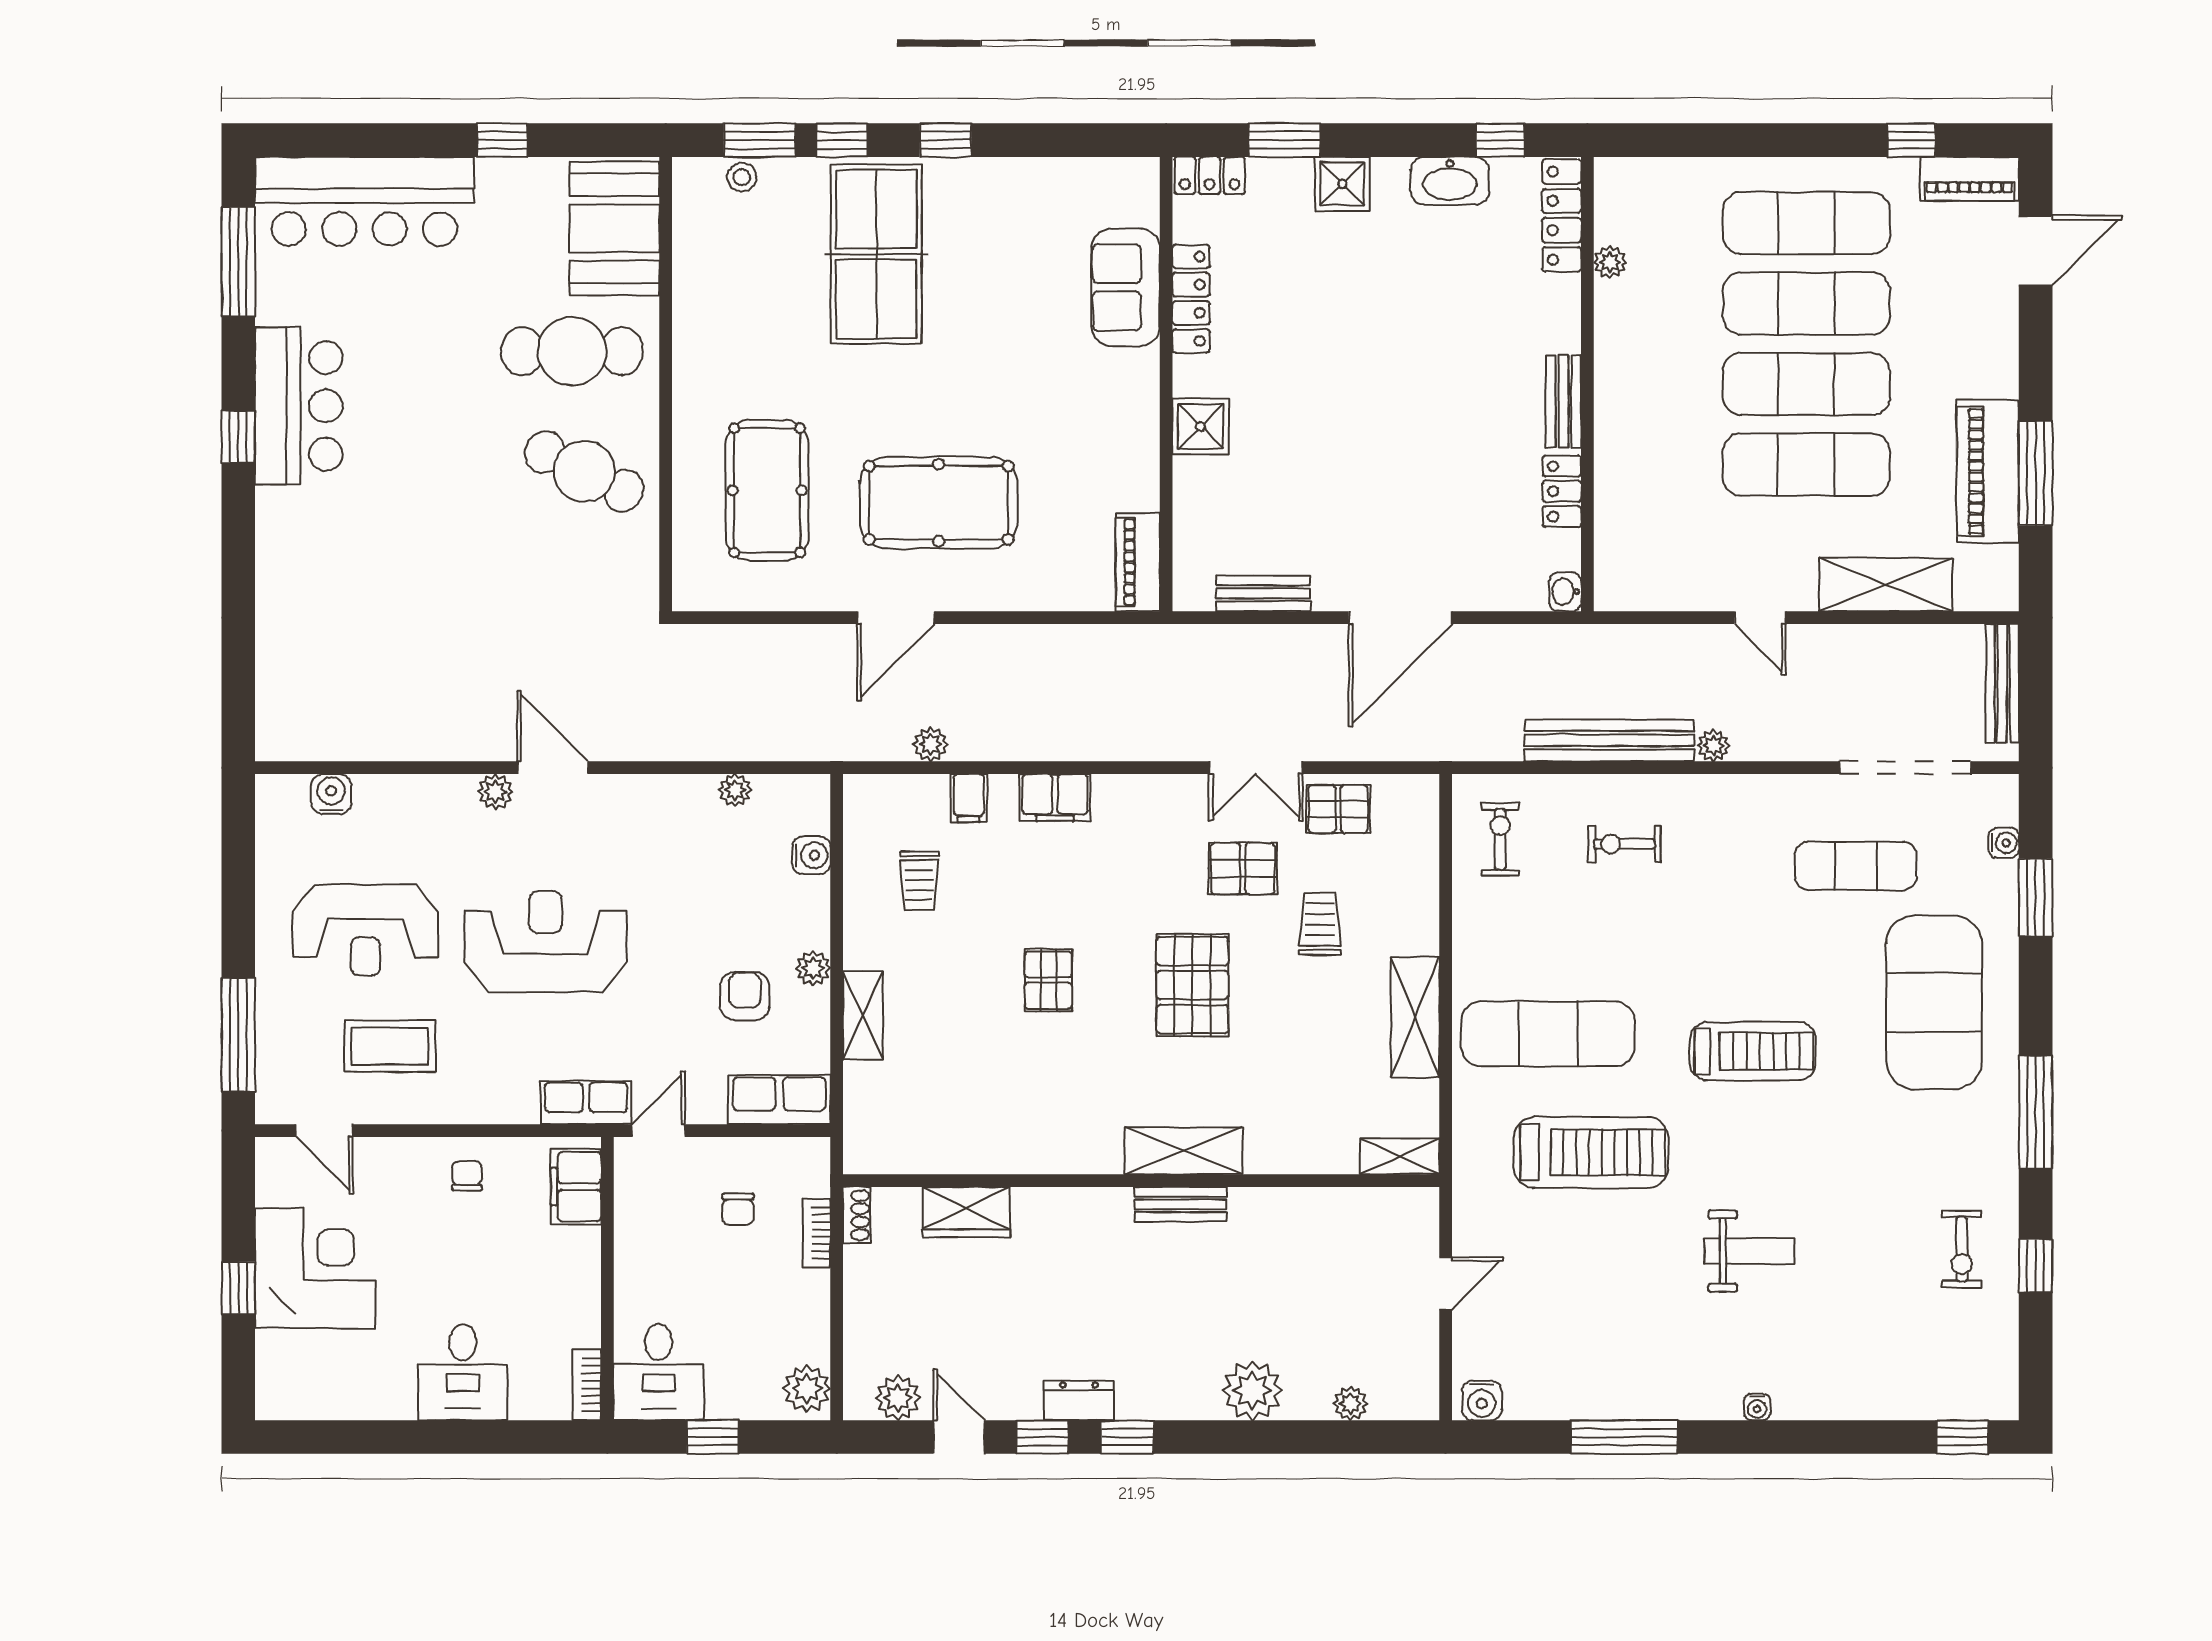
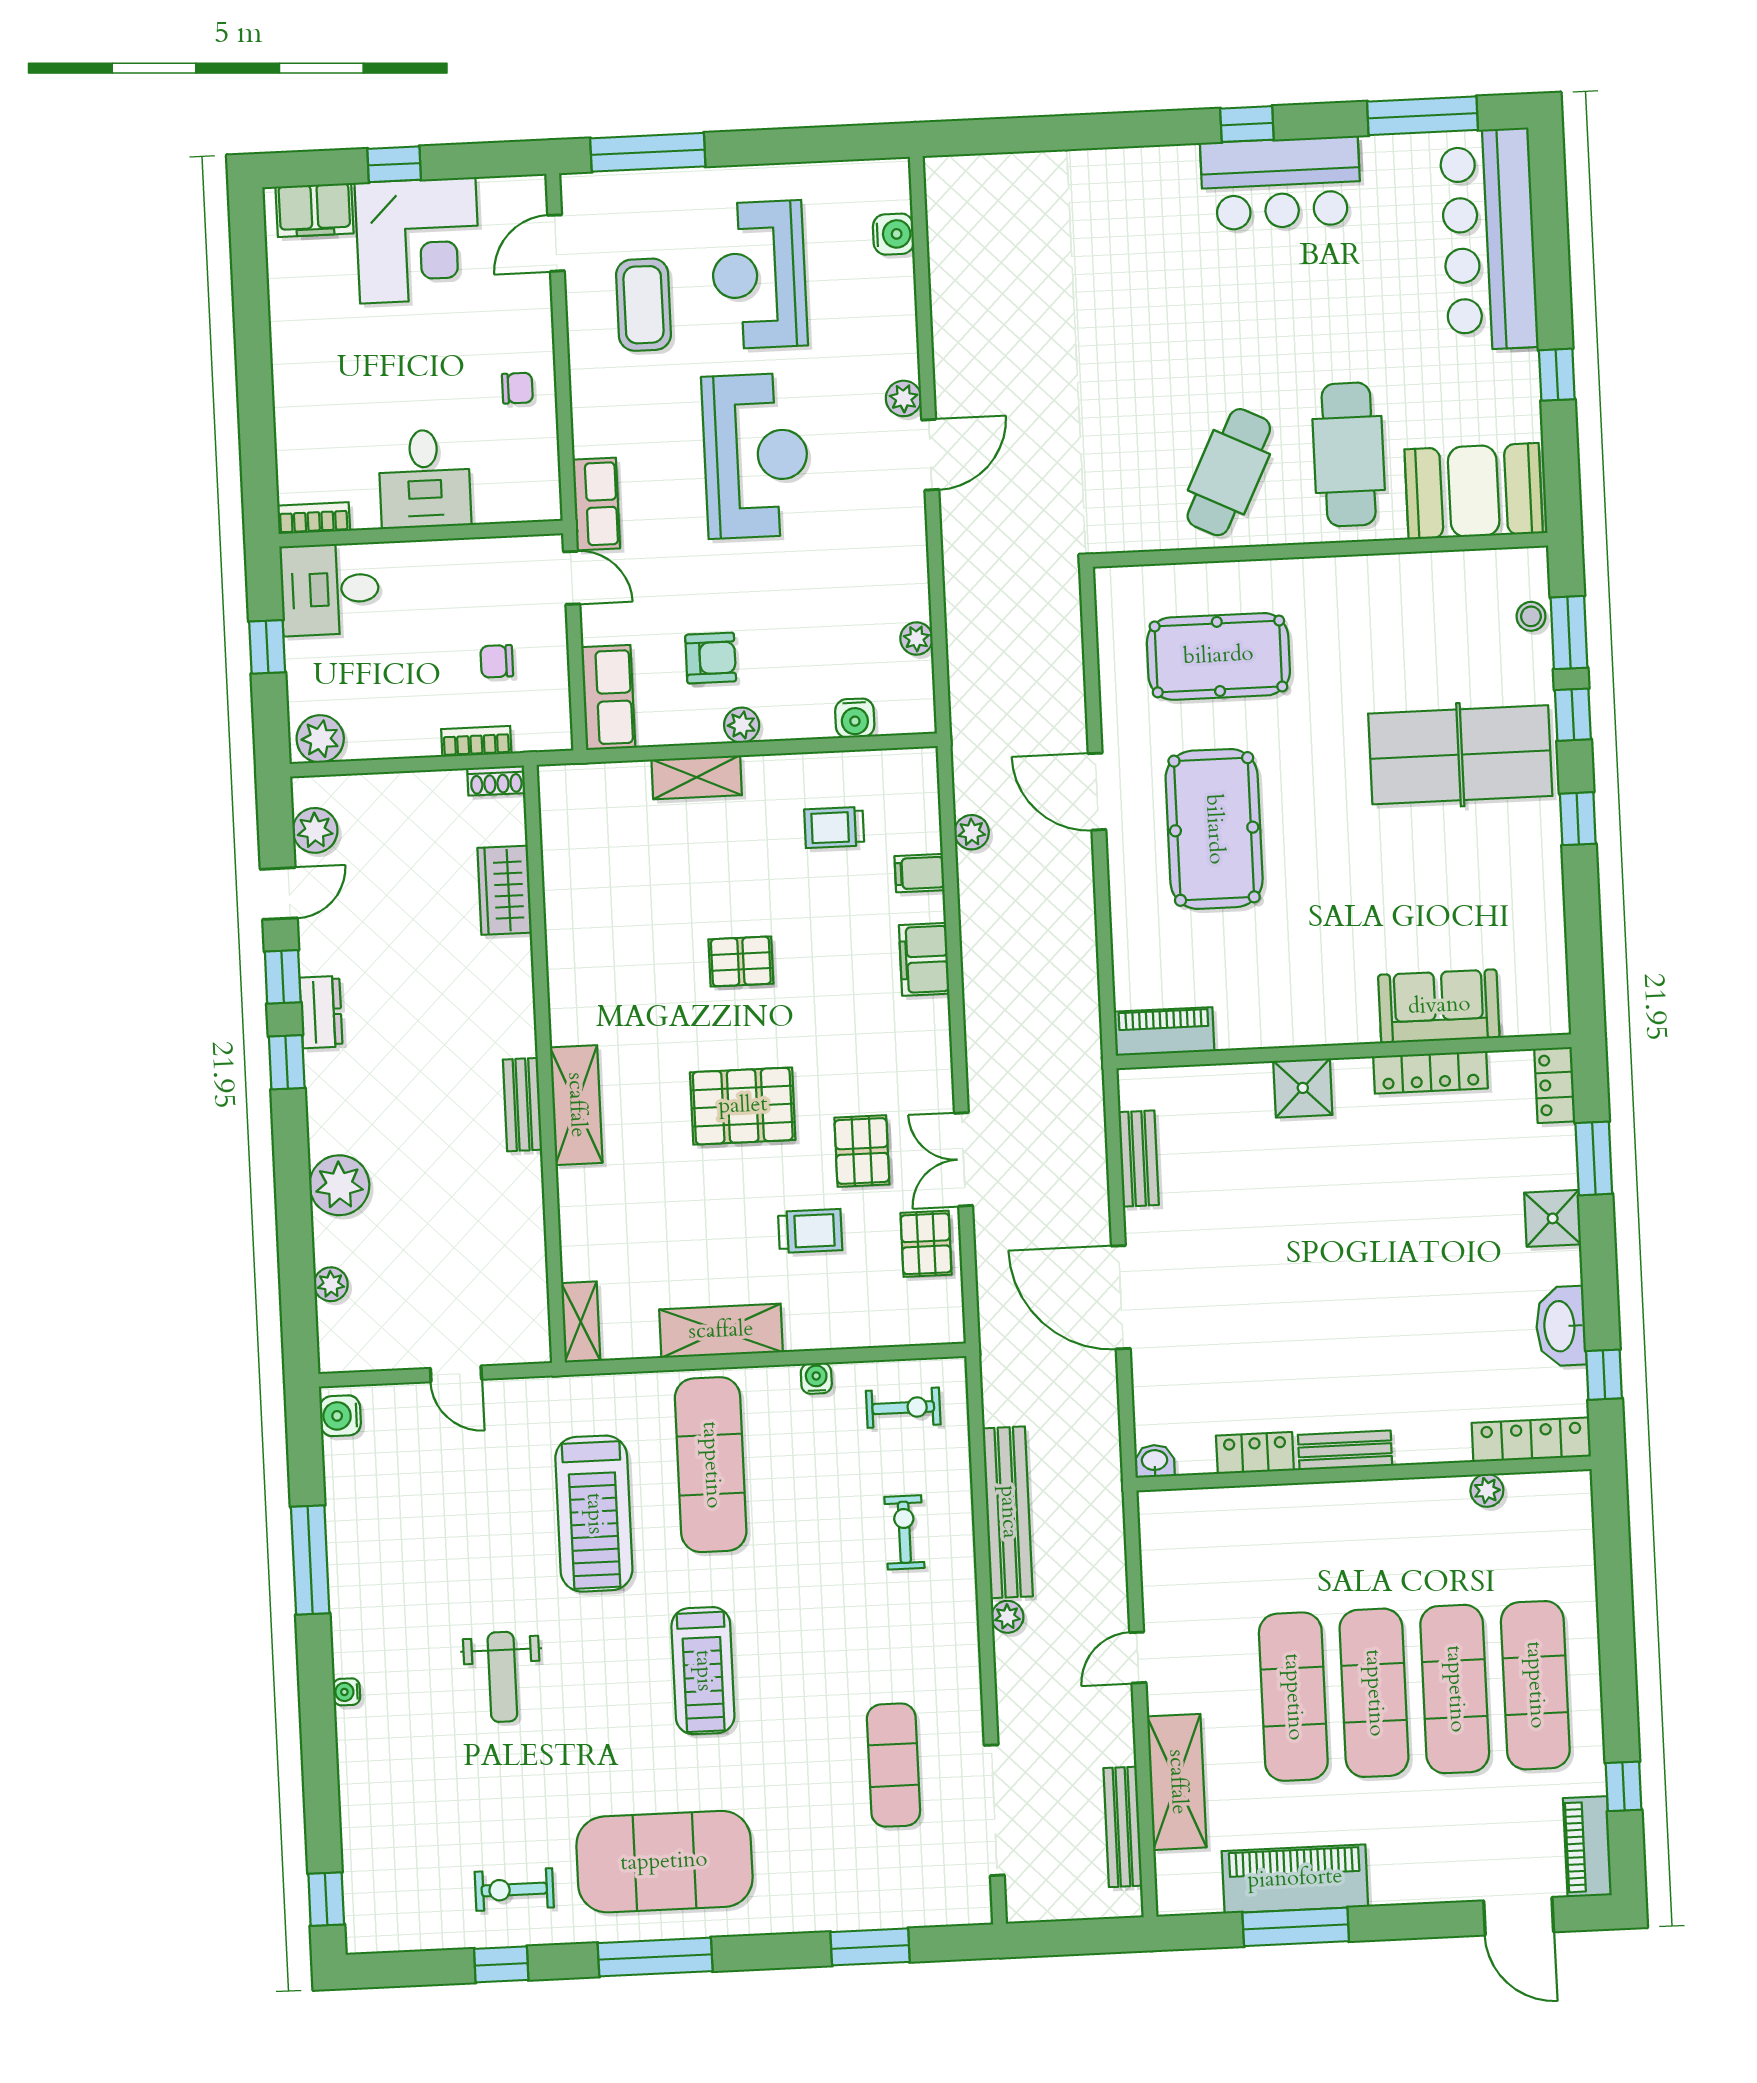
bench: (2002, 683) -> (1123, 1827), moved, turned 90
water cooler: (2004, 843) -> (816, 1378), moved, turned 180
exercise mat: (1934, 1002) -> (664, 1862), moved
filing cabinet: (576, 1187) -> (314, 210), moved, turned 180
desk: (463, 1372) -> (425, 479), moved, turned -90

